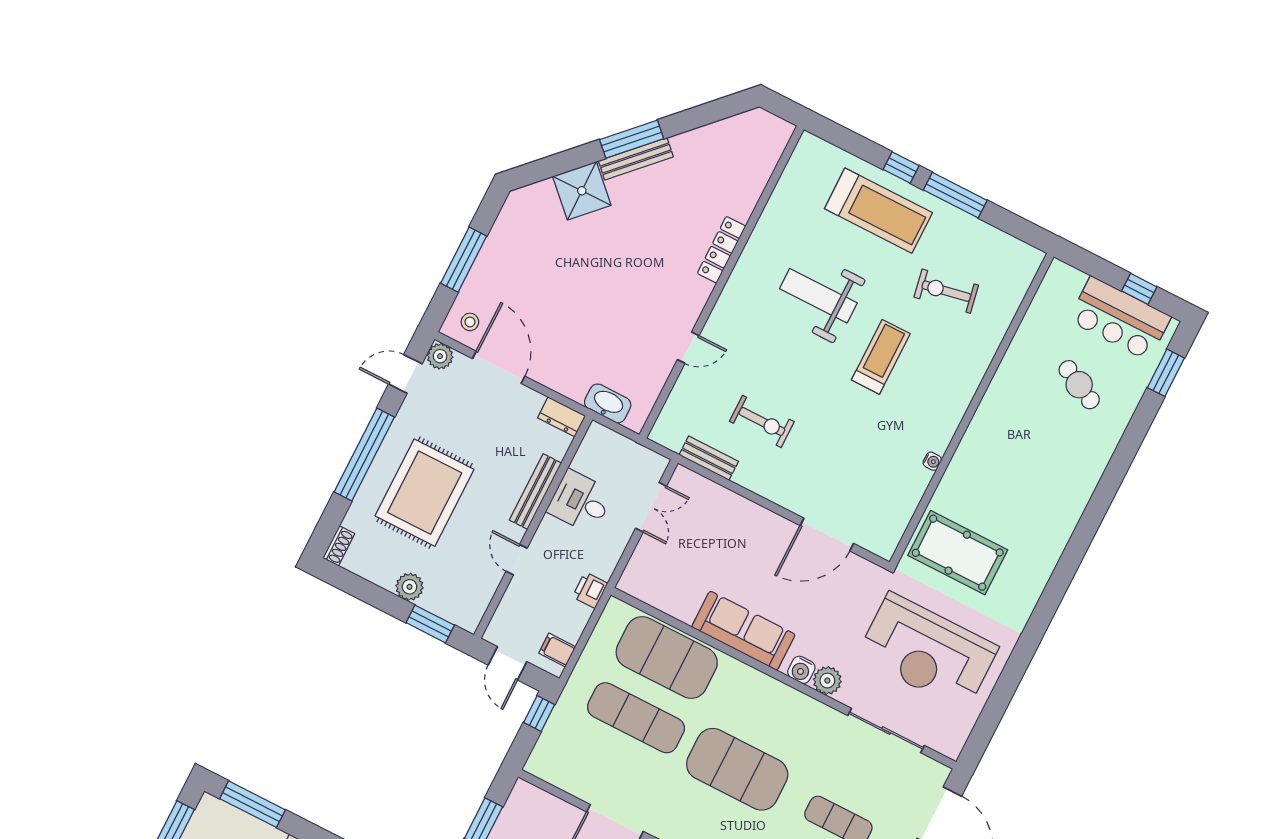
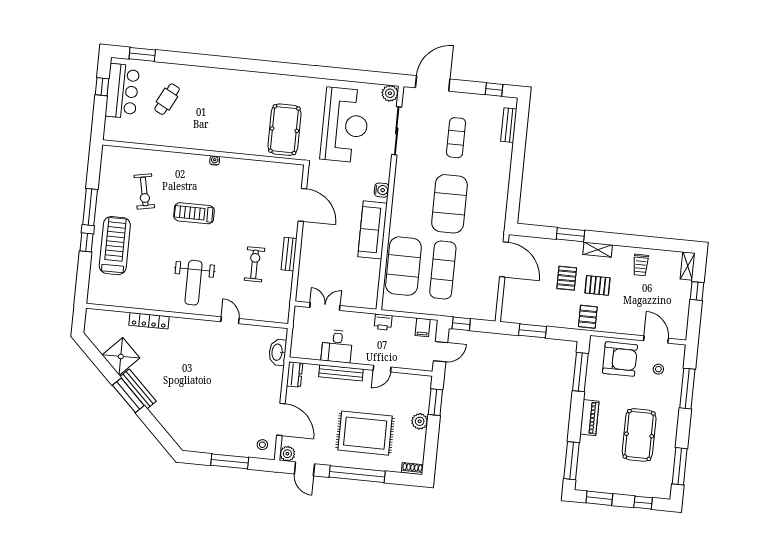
shower: (582, 191) -> (121, 356), moved
locker: (721, 250) -> (149, 321), moved
weight bench: (818, 296) -> (193, 283), moved
door: (499, 367) -> (281, 419), swing flipped
bench: (709, 458) -> (289, 254), moved
water cooler: (932, 461) -> (215, 160), moved
plant: (827, 681) -> (390, 93), moved

